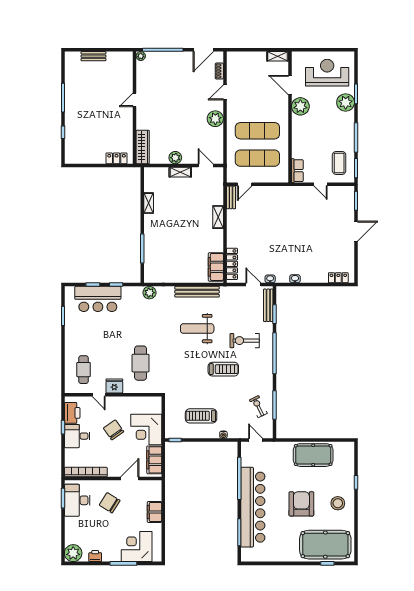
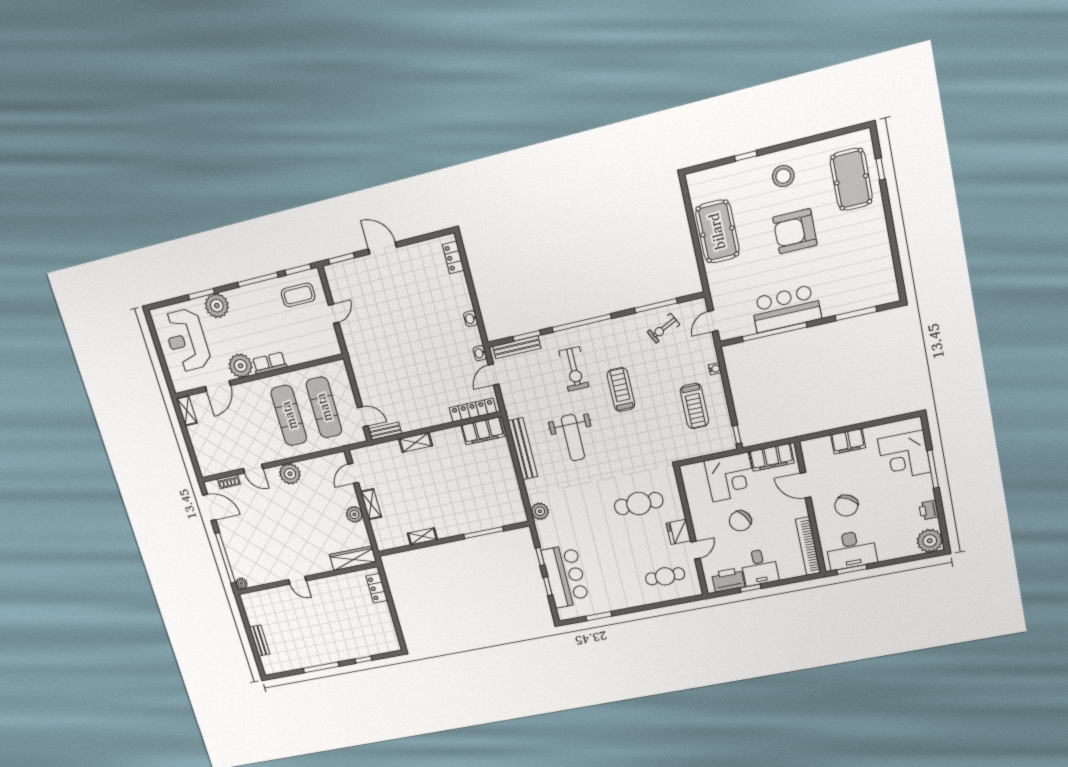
row of seats: (297, 171) -> (269, 363), moved
bar counter: (253, 507) -> (786, 309), width x0.54
pool table: (325, 545) -> (851, 179), width x0.73, depth x0.76

